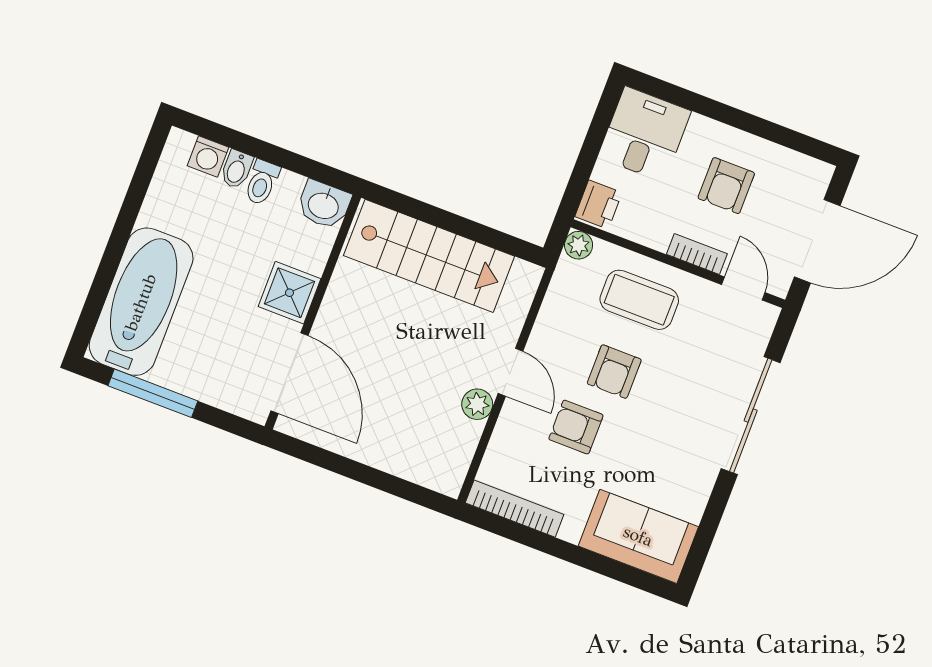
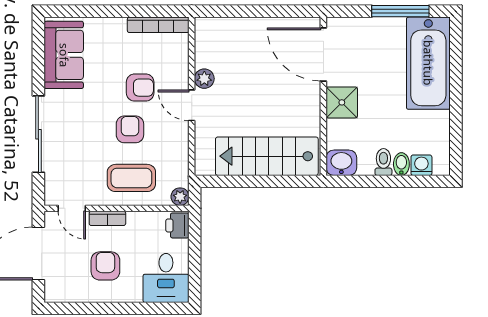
sofa: (638, 536) -> (64, 55), moved, turned -90

